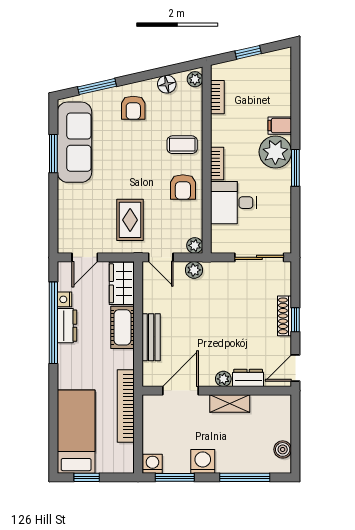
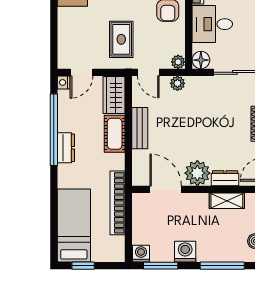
floor lamp: (221, 243) -> (201, 60), added
nightstand: (64, 299) -> (64, 82), moved
dresser: (67, 326) -> (66, 148), moved
bench: (151, 337) -> (140, 128), moved
plant: (223, 379) -> (197, 173), width x1.88, depth x1.88
door: (181, 391) -> (166, 189), hinge flipped
shelving: (230, 404) -> (227, 201), moved

